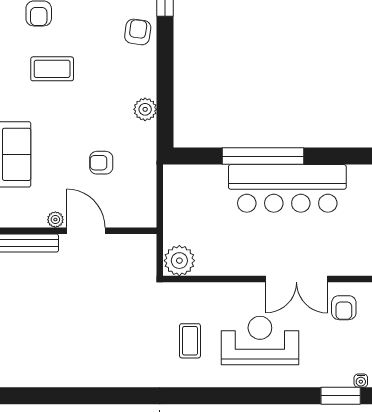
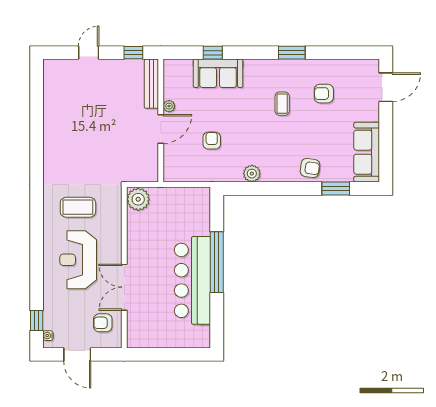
coffee table: (52, 69) -> (282, 104), width x0.73, depth x0.77
reception desk: (260, 340) -> (78, 260), turned 180
coffee table: (190, 341) -> (78, 207), width x1.36, depth x1.30
window: (341, 396) -> (37, 320), width x0.67

